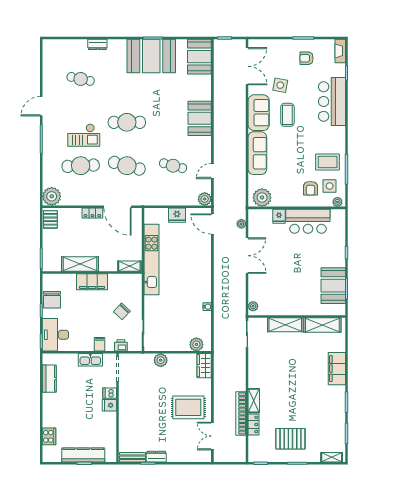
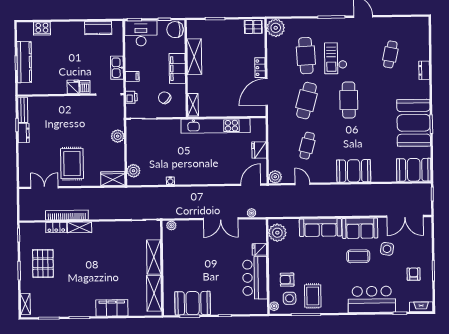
shelving: (80, 264) -> (194, 57), moved
shelving: (129, 266) -> (193, 105), moved
wall: (92, 273) -> (186, 69), moved
filing cabinet: (92, 282) -> (177, 68), moved

